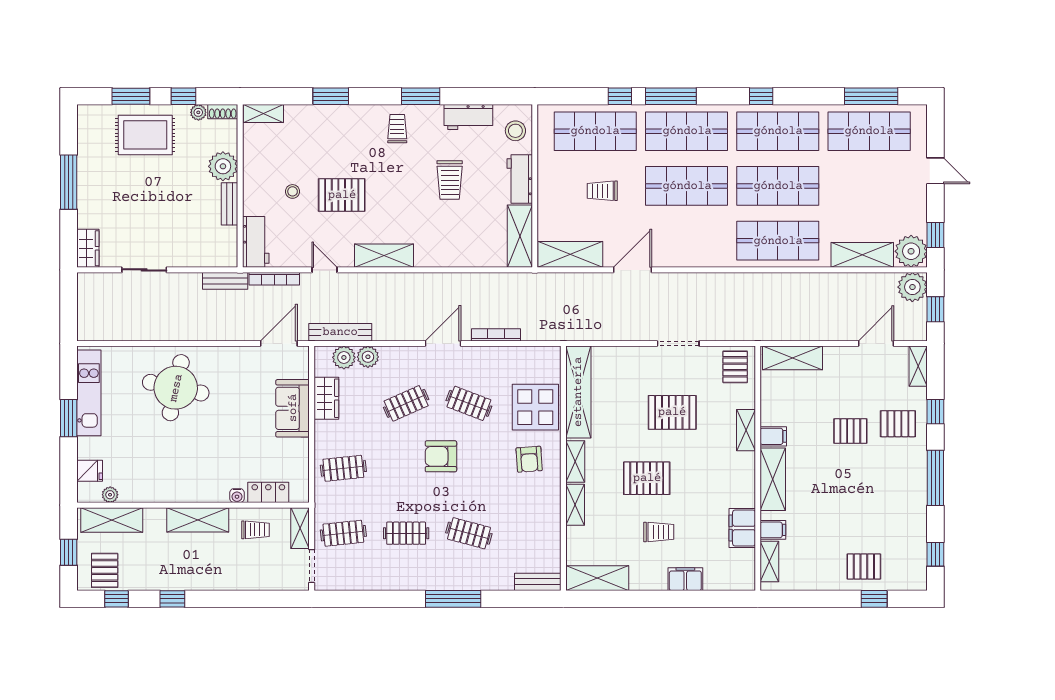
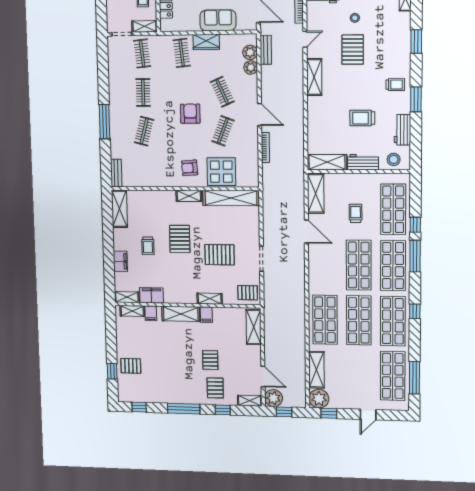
plant: (912, 287) -> (274, 398), moved
bench: (340, 332) -> (266, 50), width x0.73
wardrobe: (326, 398) -> (206, 42), moved
pallet: (672, 412) -> (220, 255), turned 90
shelving: (575, 505) -> (127, 297), moved
pallet: (864, 567) -> (131, 366), turned 90

